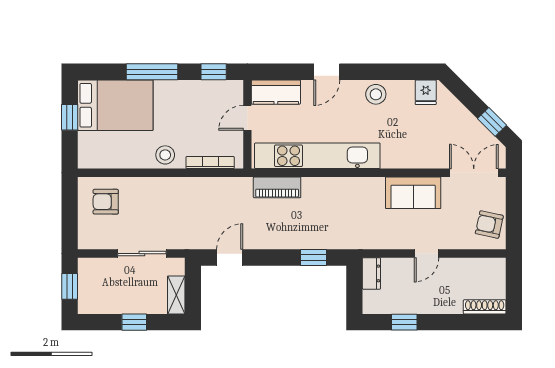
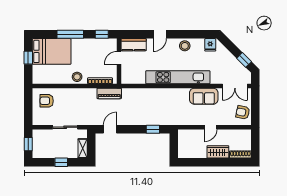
kitchen unit: (317, 156) -> (178, 77), moved
double door: (474, 173) -> (235, 86), swing flipped
piano: (277, 187) -> (109, 93), moved
dresser: (371, 273) -> (182, 137), removed
wardrobe: (441, 302) -> (218, 152), added
window: (404, 322) -> (199, 162), removed

